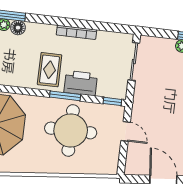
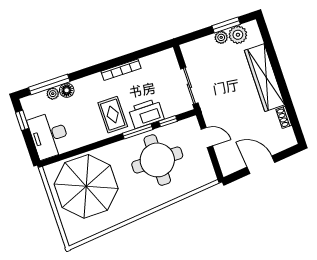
sliding door: (134, 62) -> (189, 86), moved
window: (112, 101) -> (168, 121), moved

